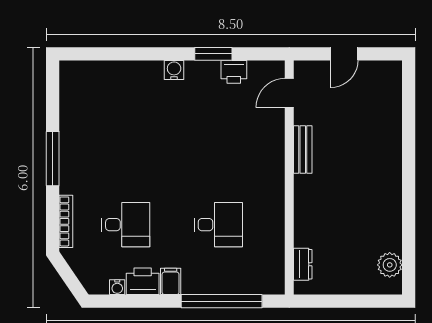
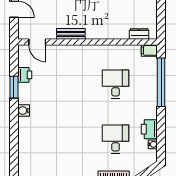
filing cabinet: (171, 281) -> (149, 50), moved

